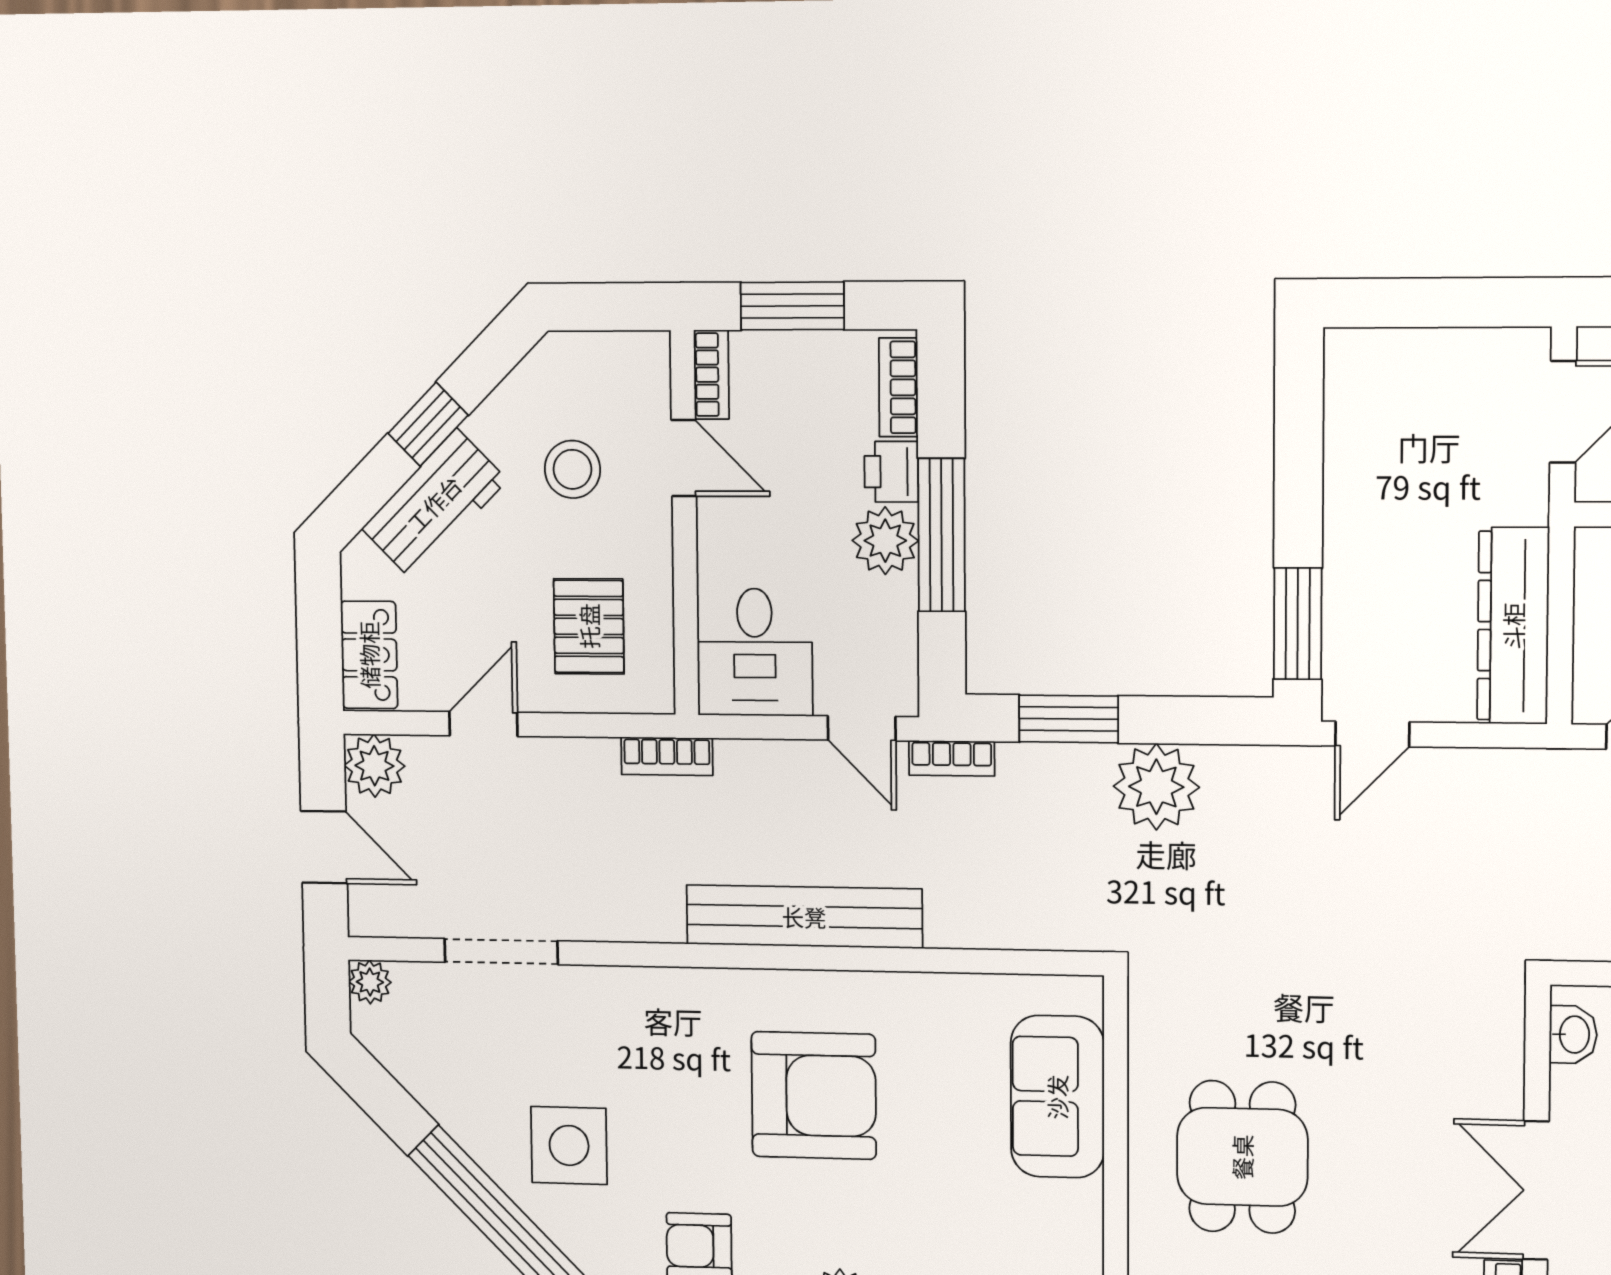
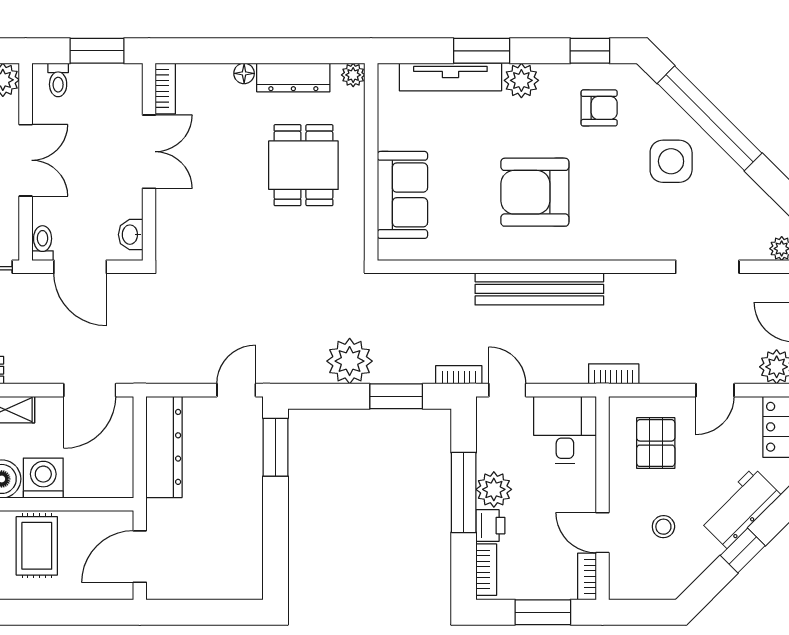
stool: (572, 469) -> (663, 527), width x0.73, depth x0.73

